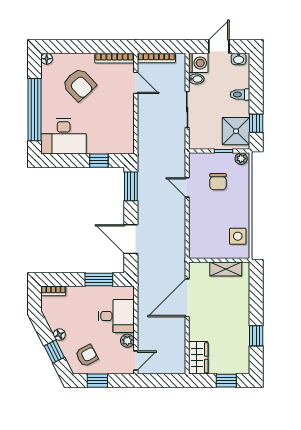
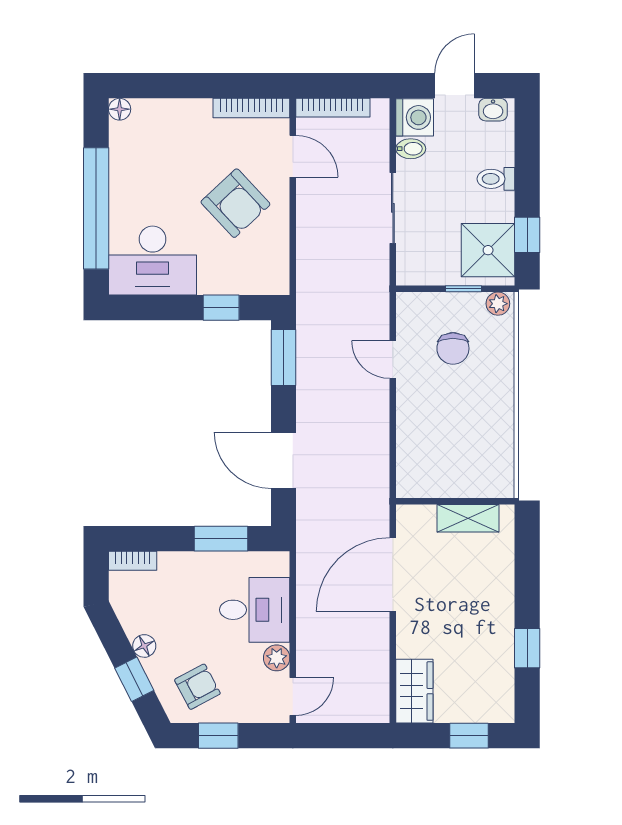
armchair: (79, 85) -> (235, 203), moved
side table: (238, 236) -> (491, 455), removed

